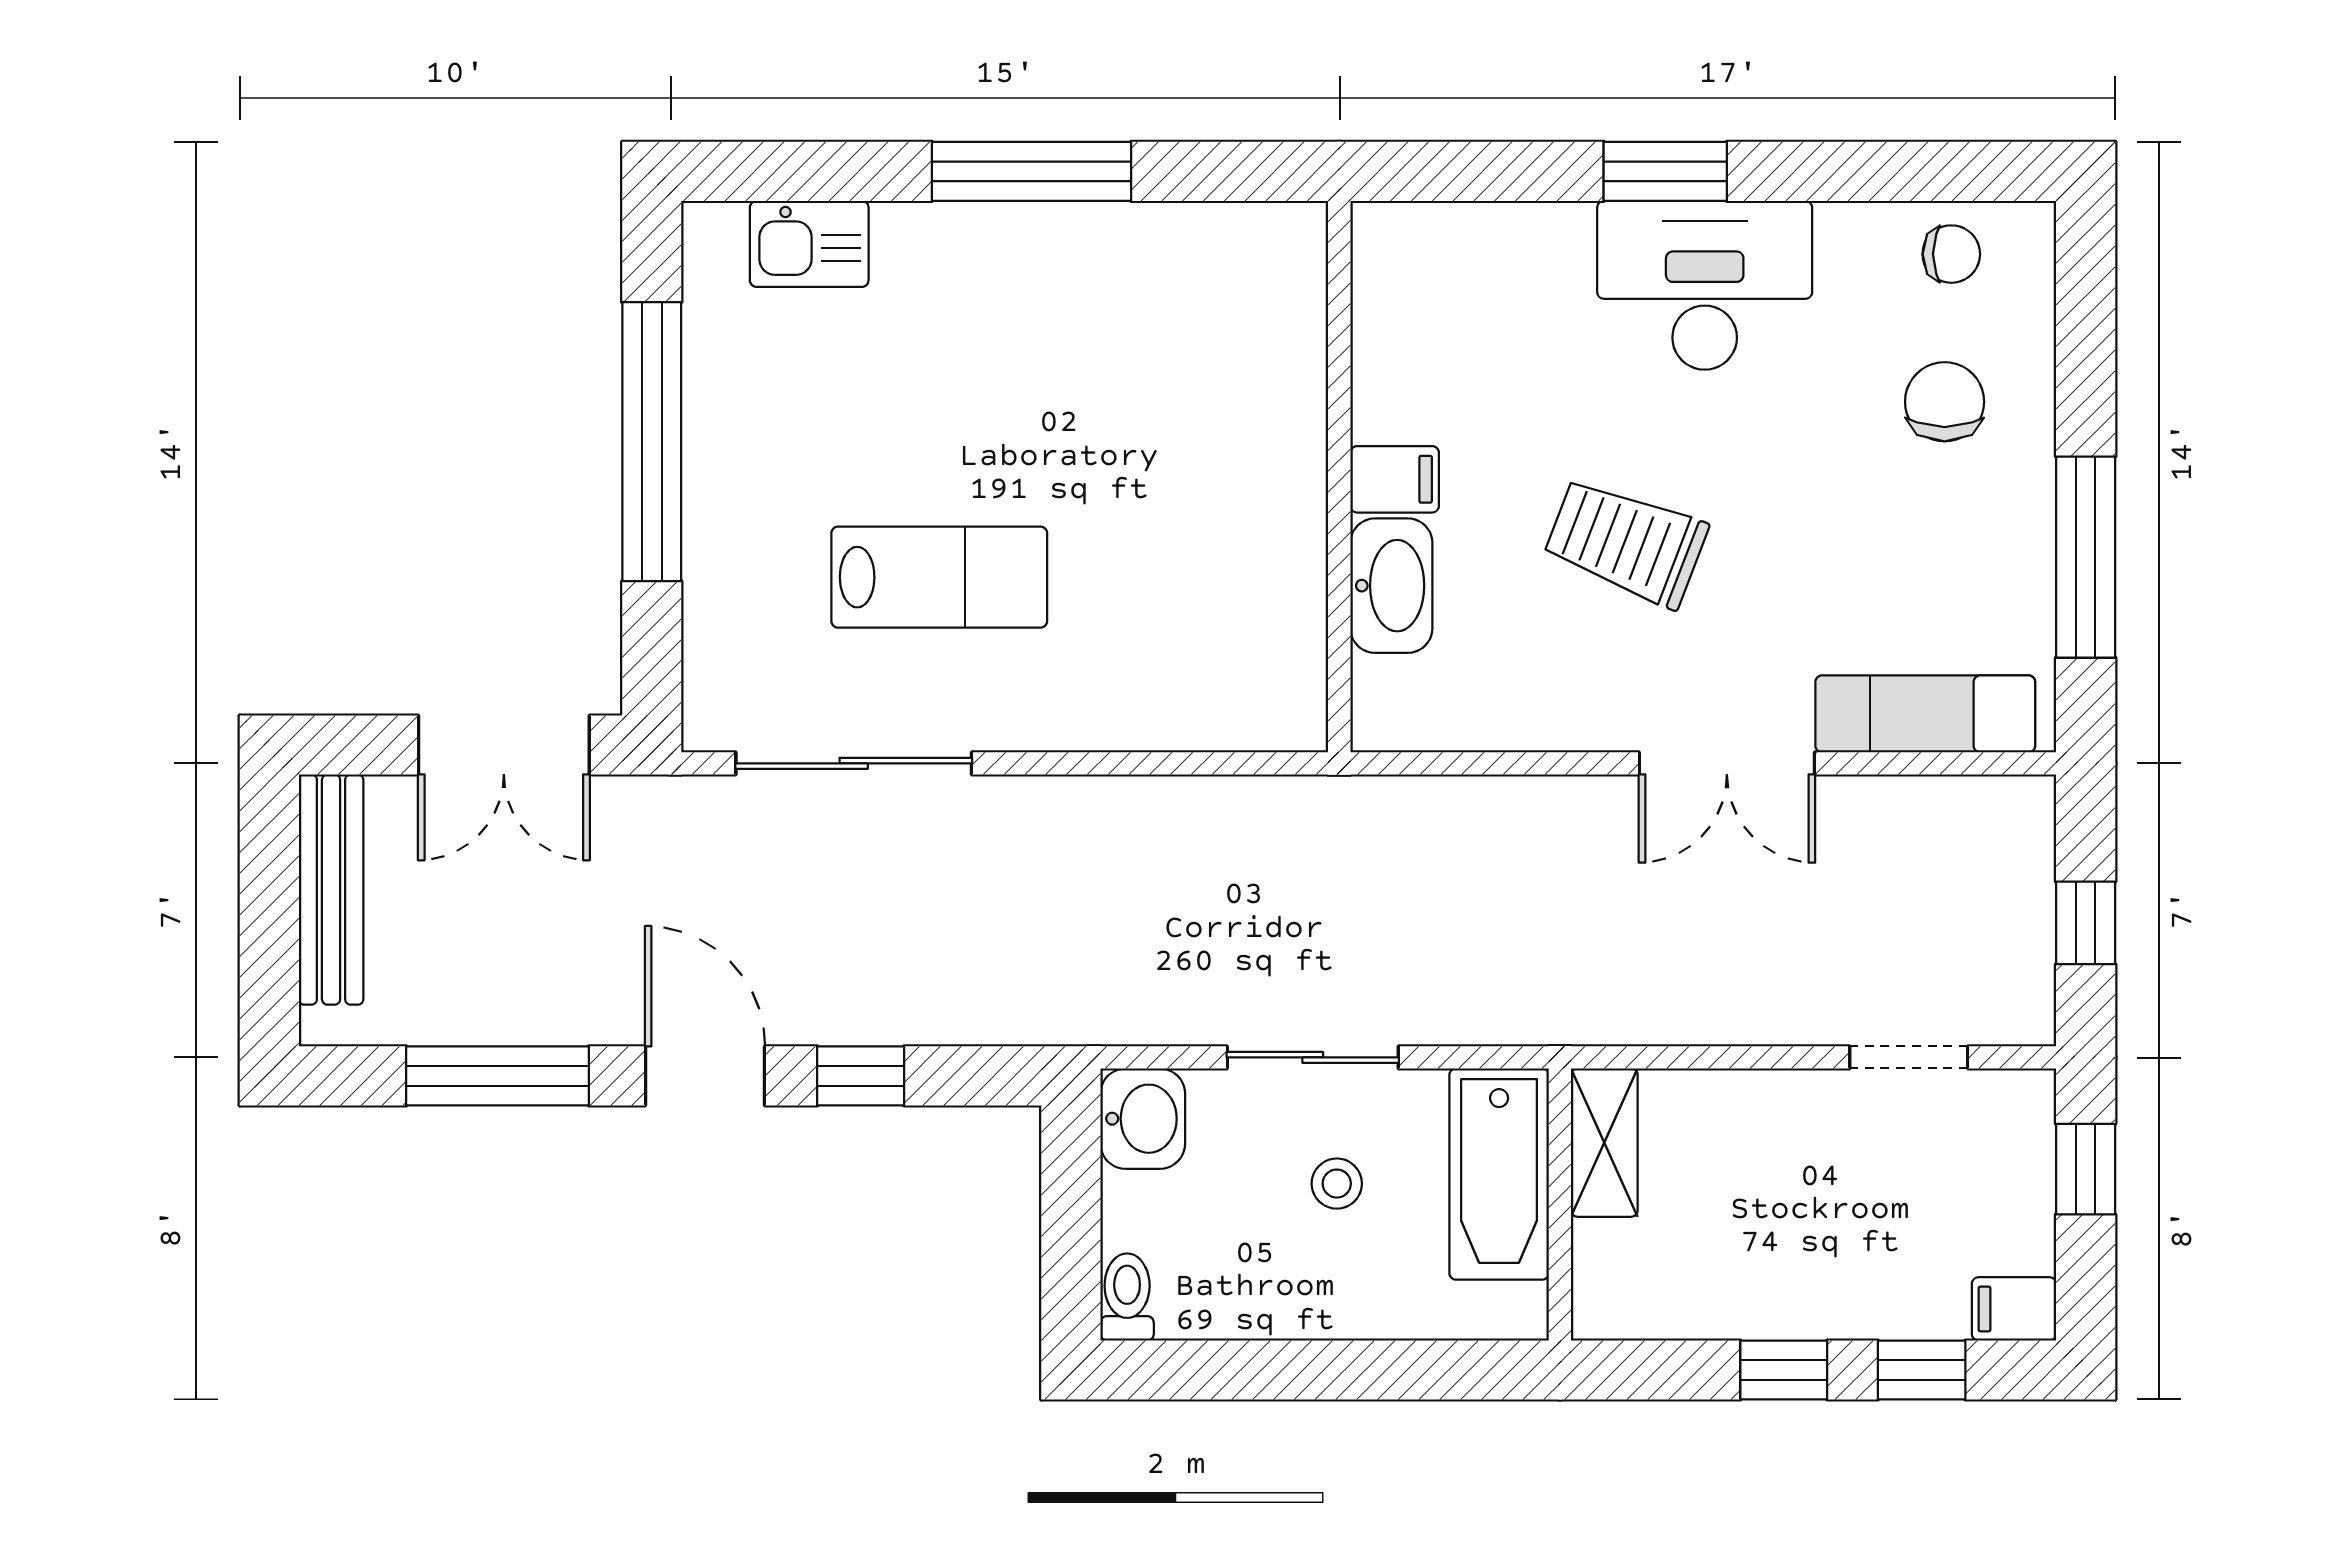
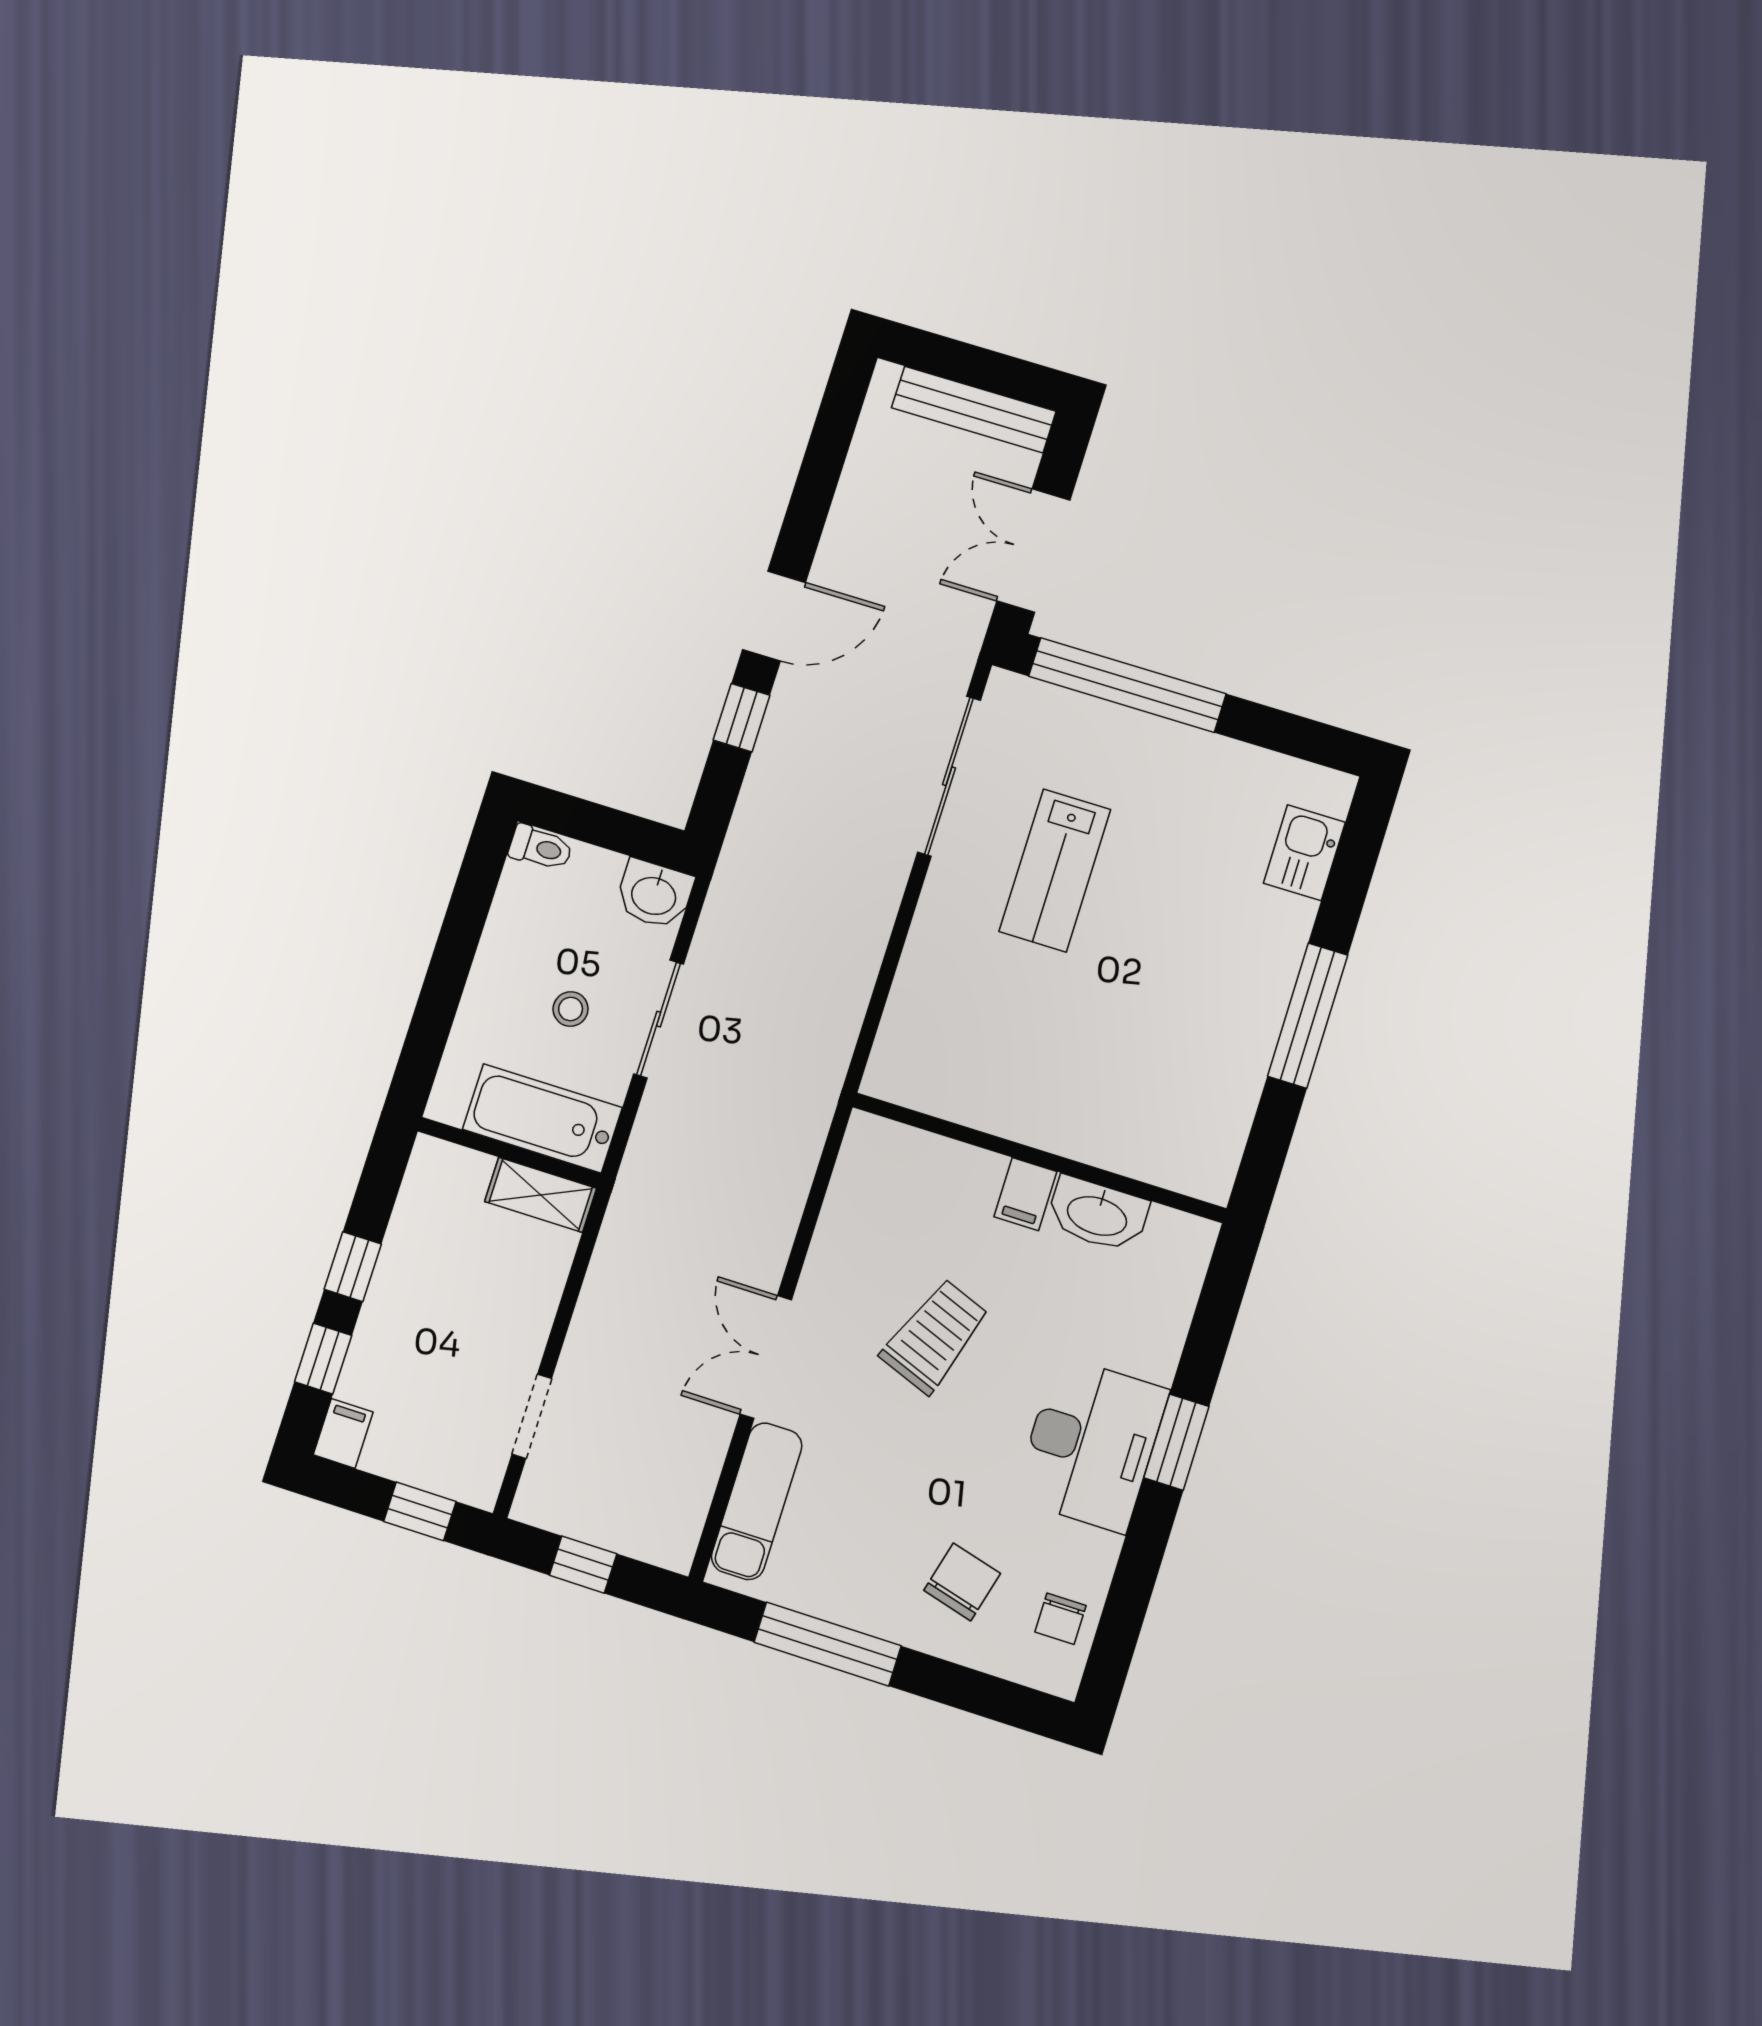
chair: (1945, 402) -> (962, 1582), turned -75
window: (652, 442) -> (1127, 685), moved
washbasin: (1391, 586) -> (1097, 1214), moved
window: (497, 1076) -> (817, 481), removed

